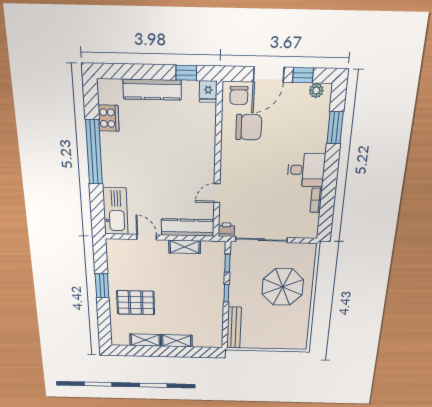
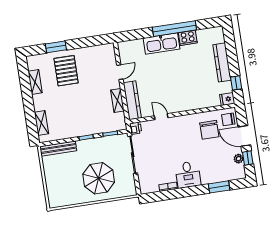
plant: (316, 90) -> (239, 159), moved
cooker: (109, 118) -> (188, 38), moved
kitchen sink: (115, 211) -> (162, 44), moved
window: (102, 286) -> (56, 47), moved
shelving: (177, 341) -> (41, 123), moved

